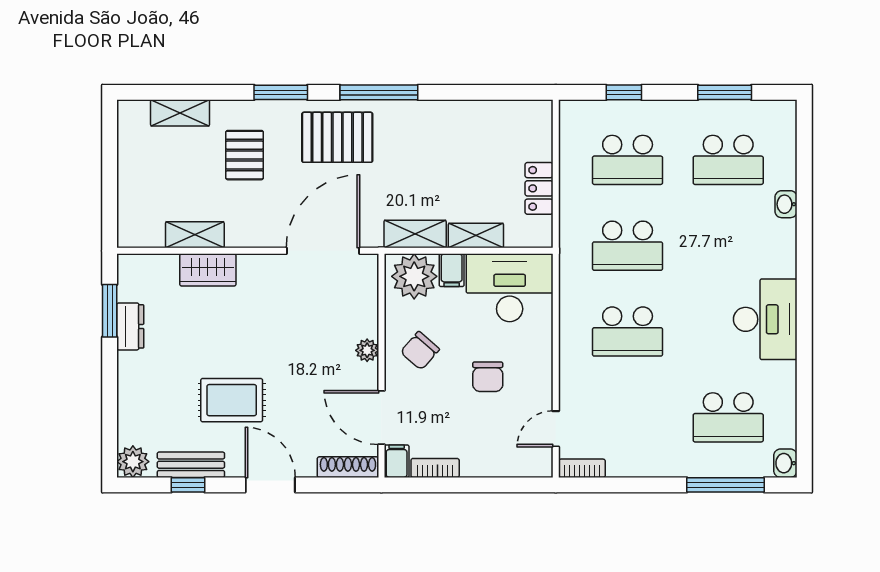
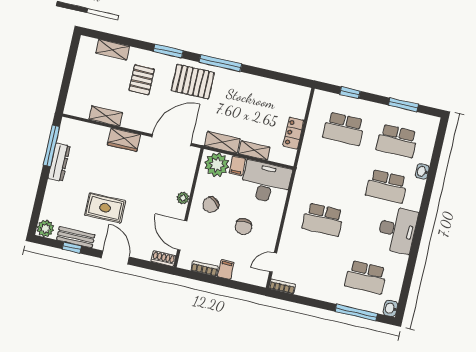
school desk: (628, 246) -> (387, 186), moved
wardrobe: (208, 270) -> (124, 140), moved
window: (110, 311) -> (51, 146), width x1.44
dresser: (130, 326) -> (59, 162), width x1.44
filing cabinet: (397, 461) -> (226, 270), moved
shoe rack: (348, 467) -> (163, 259), width x0.70

